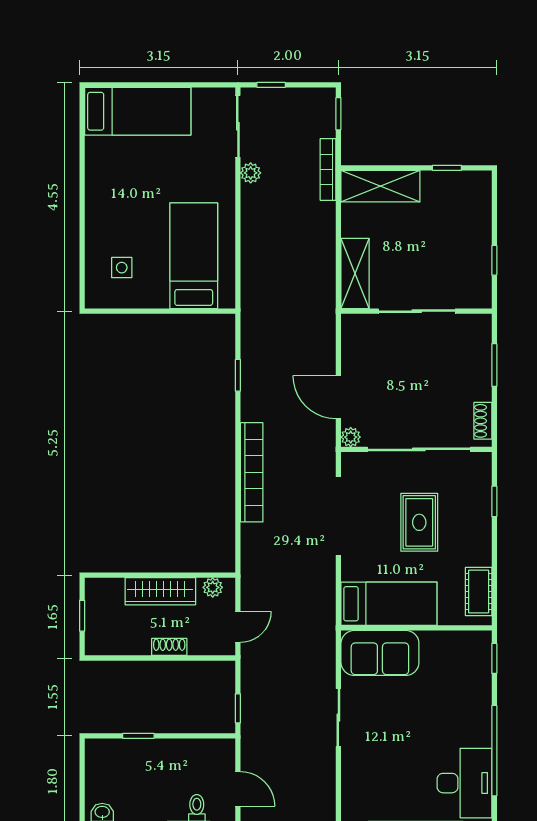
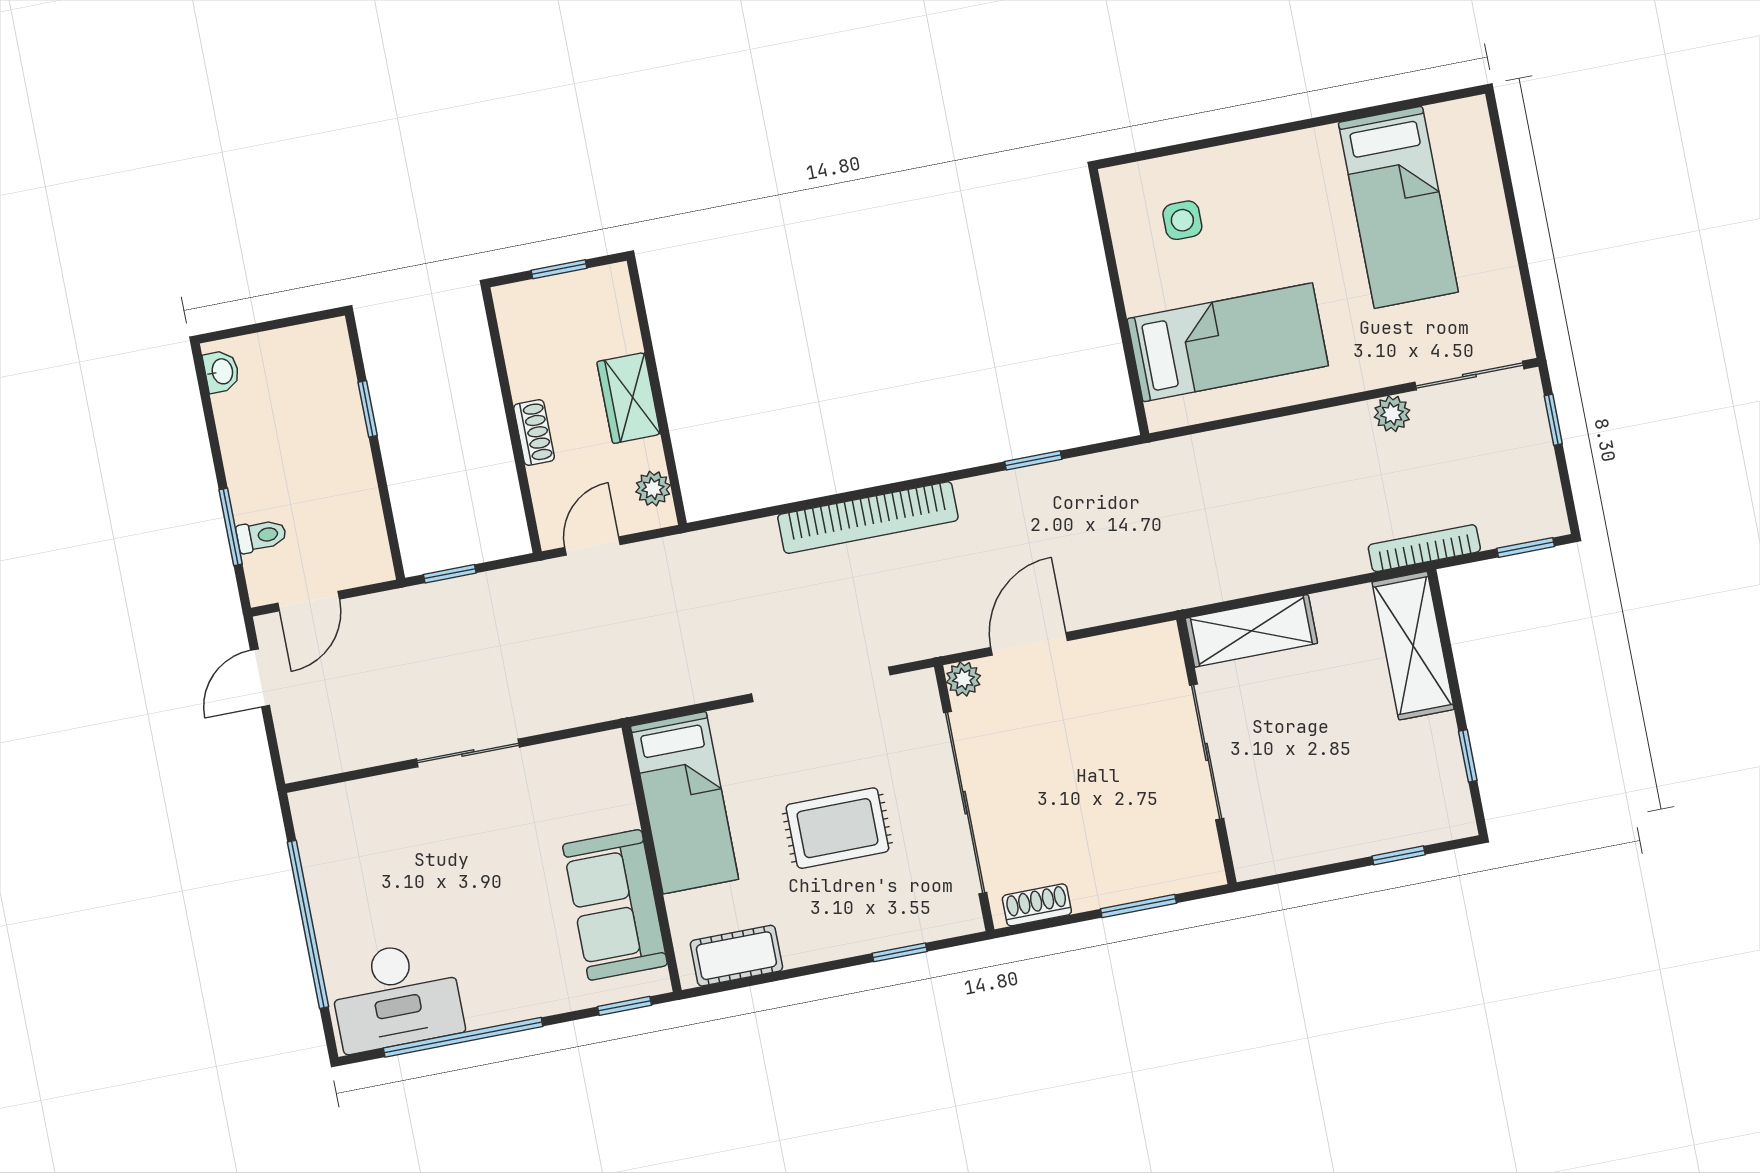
bed: (138, 111) -> (1398, 207), moved
window: (494, 260) -> (1399, 855), moved
wardrobe: (160, 591) -> (629, 398), width x0.67
door: (238, 627) -> (593, 546), swing flipped
sofa: (380, 653) -> (615, 905), moved

